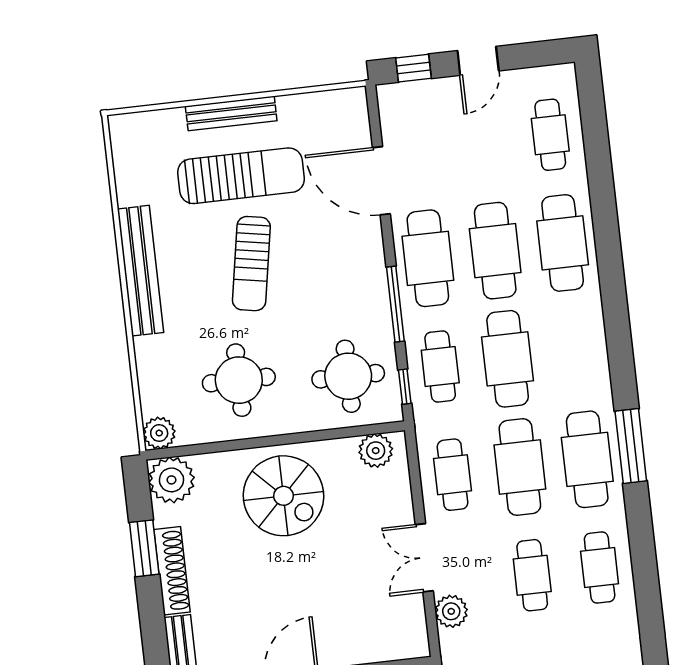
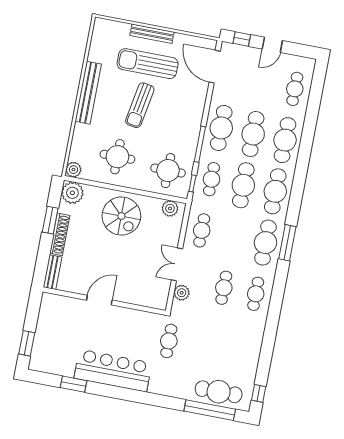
sun lounger: (241, 176) -> (148, 64), turned 180
door: (381, 181) -> (215, 67), moved
cafe table: (520, 467) -> (275, 191), moved

